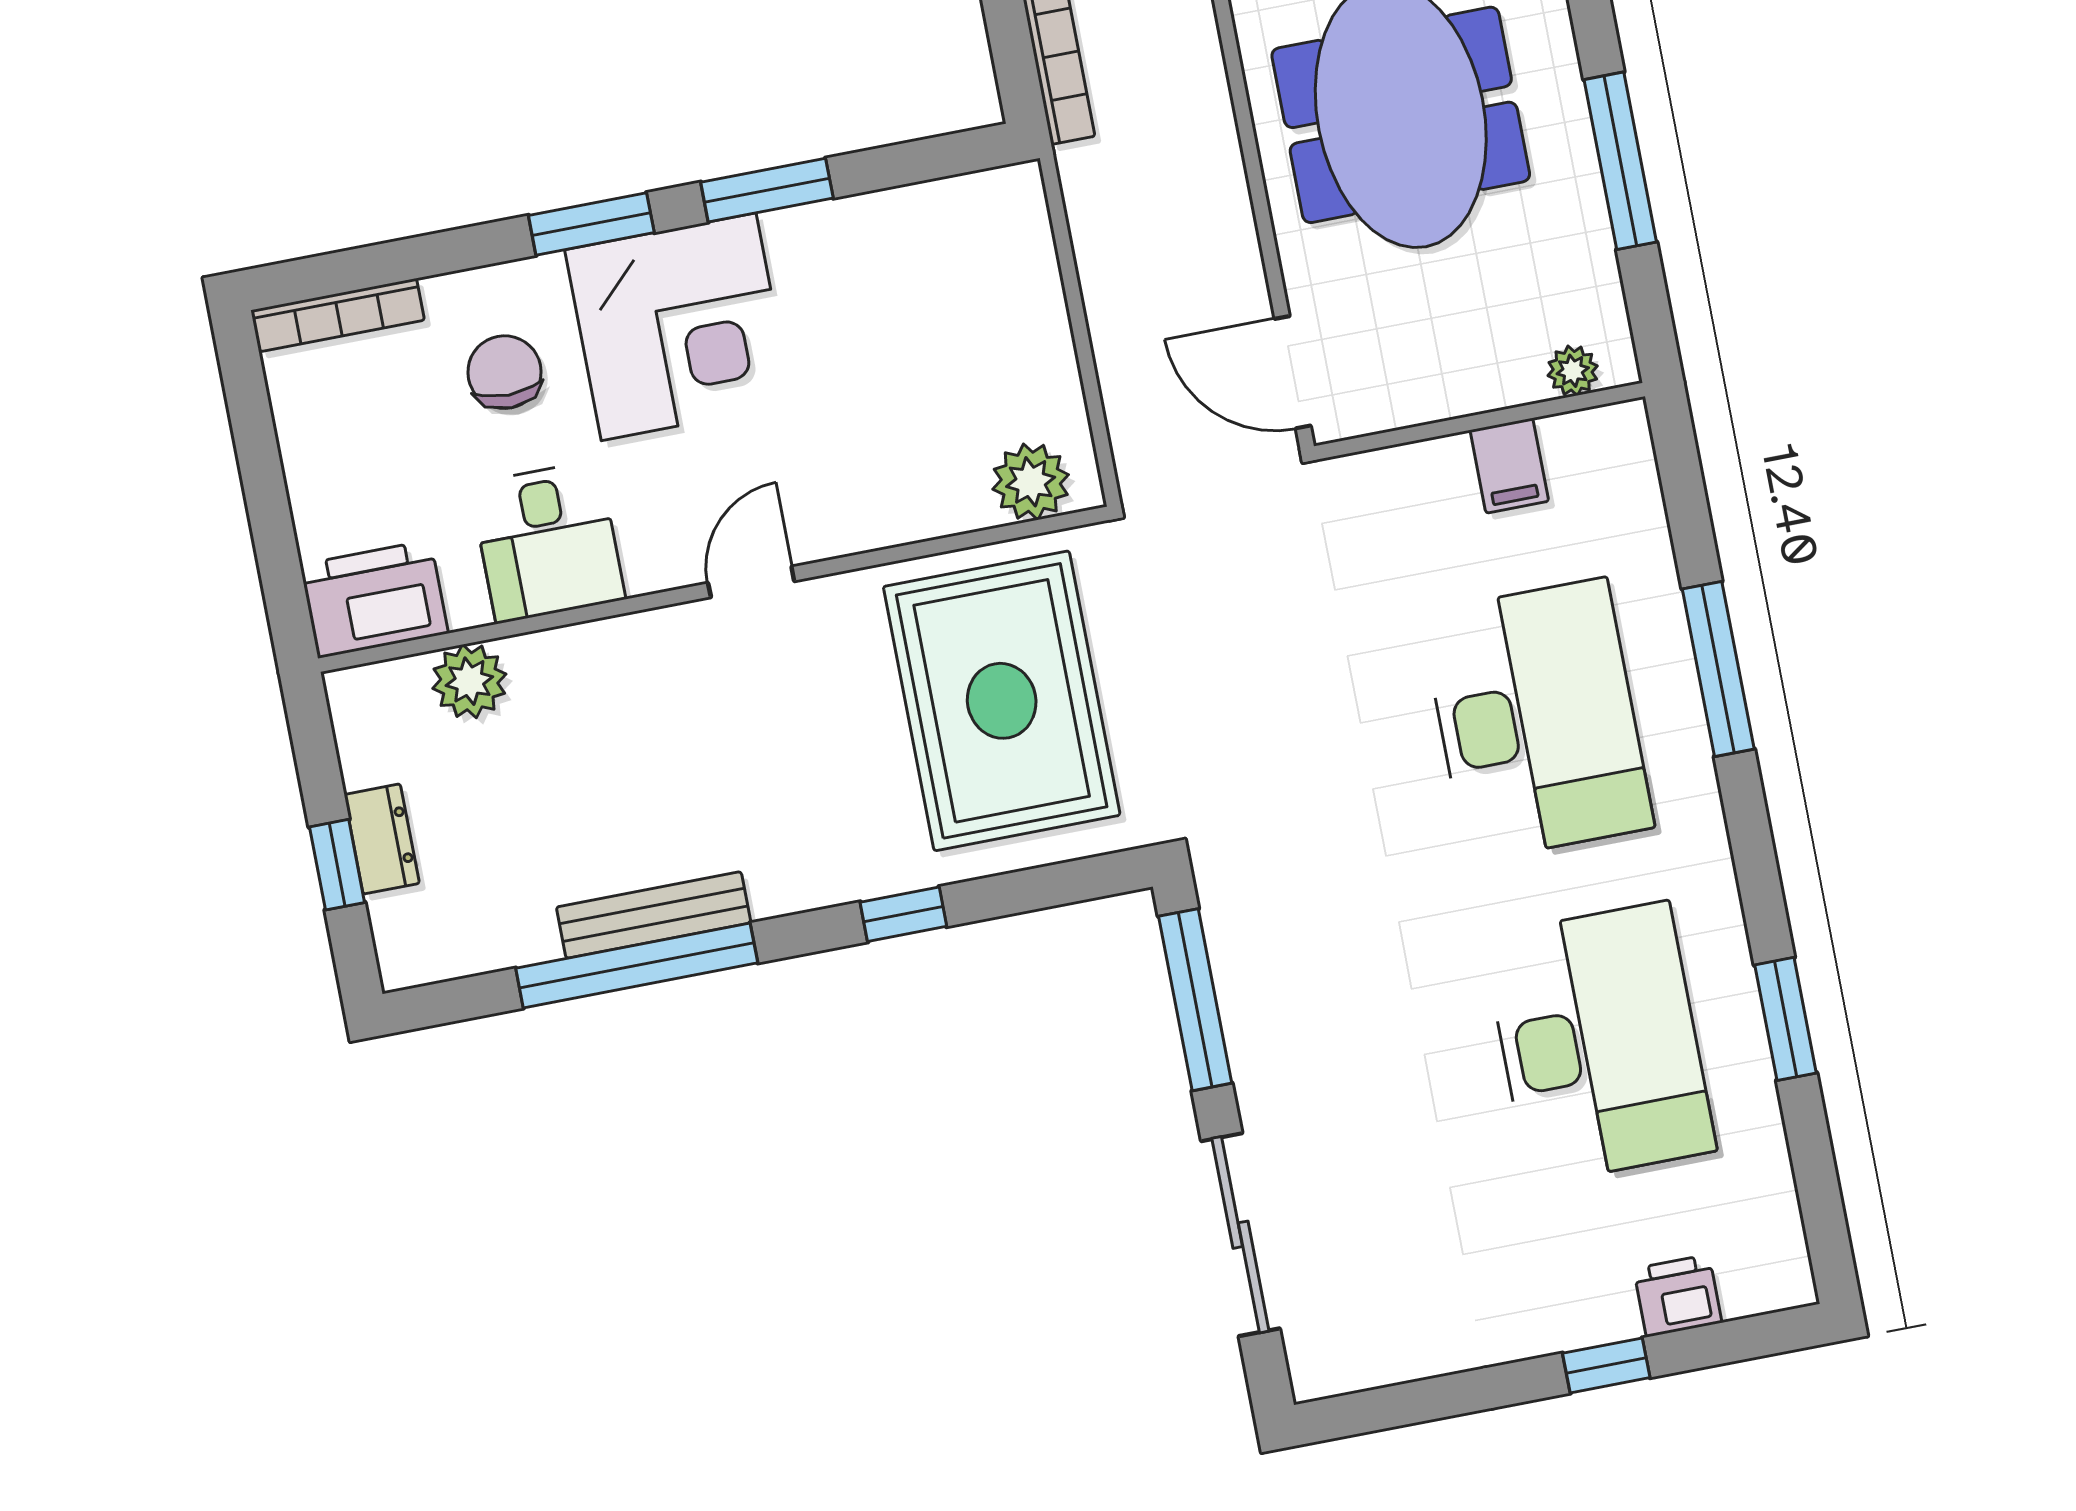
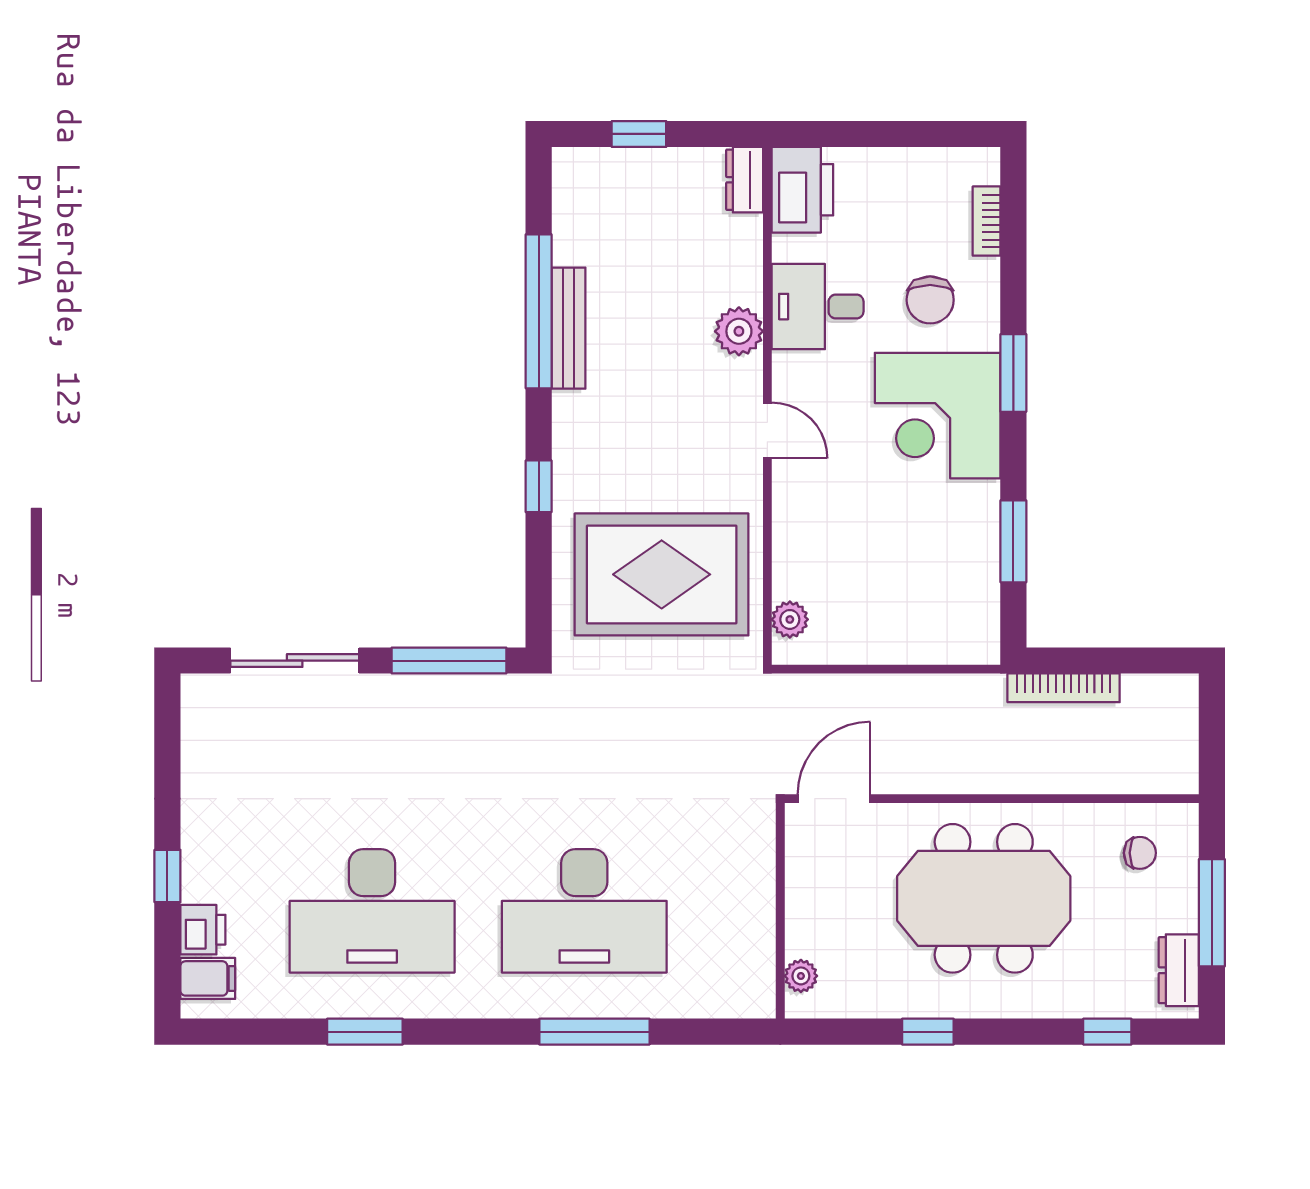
window: (1620, 161) -> (928, 1032), width x0.46
window: (767, 190) -> (1013, 541), moved
bookcase: (338, 315) -> (987, 221), width x0.64
chair: (504, 372) -> (930, 300), turned 90
filing cabinet: (1509, 466) -> (208, 978), moved, turned 180
plant: (1031, 482) -> (790, 619), width x0.73, depth x0.73
plant: (469, 681) -> (739, 331), moved
dresser: (382, 839) -> (745, 180), moved, turned 90

